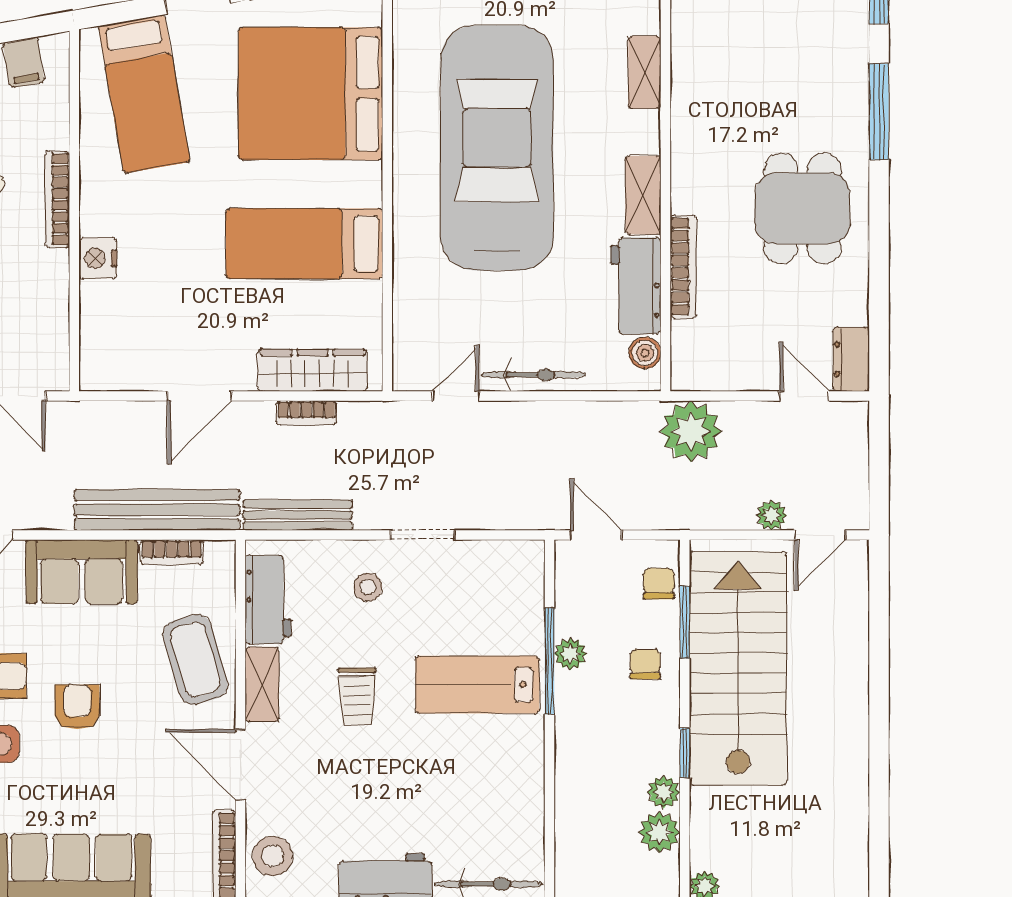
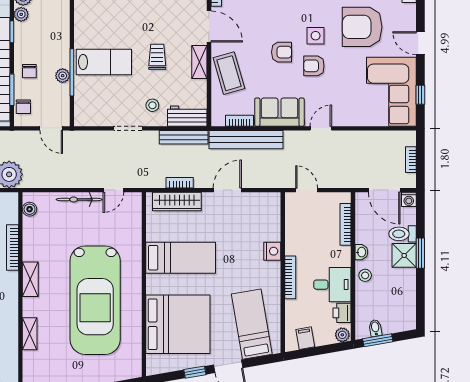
workbench: (636, 286) -> (34, 239), removed
workbench: (268, 599) -> (187, 116), moved, turned 90
armchair: (77, 707) -> (281, 52), turned -90

